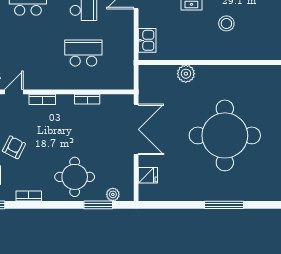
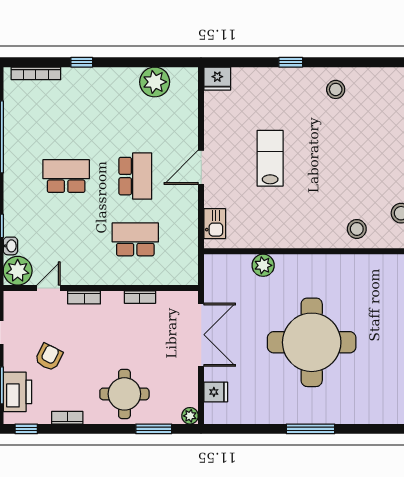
stool: (226, 23) -> (357, 229), moved
plant: (113, 194) -> (190, 416), moved

